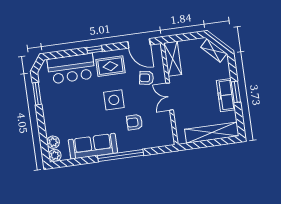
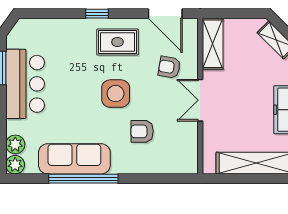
bar counter: (71, 69) -> (25, 84), moved, turned -90
window: (121, 155) -> (83, 179), moved

